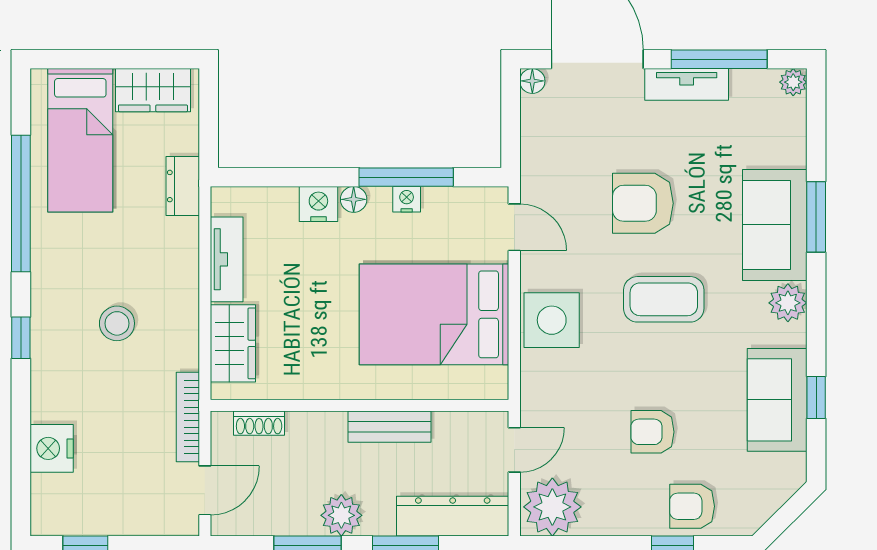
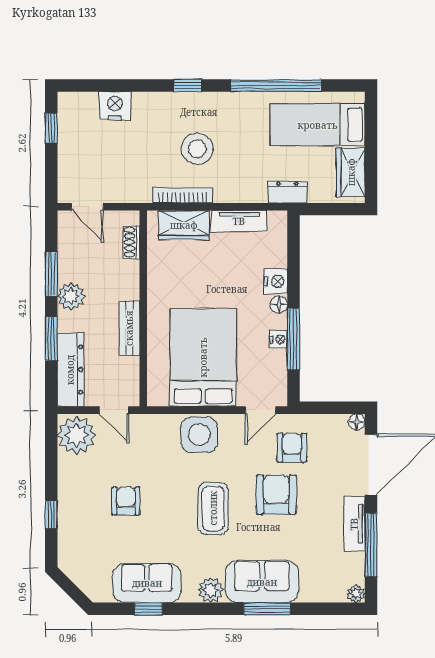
stool: (117, 323) -> (197, 149), width x1.38, depth x1.38
bookcase: (188, 417) -> (183, 195), moved
armchair: (692, 506) -> (292, 448), moved

